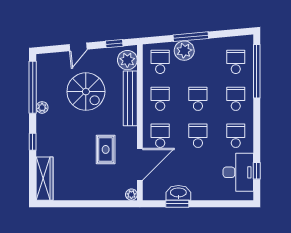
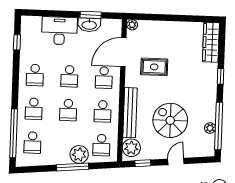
plant: (42, 107) -> (210, 128), moved
rug: (106, 149) -> (154, 67), turned 90
desk: (238, 172) -> (59, 31), moved, turned 90

